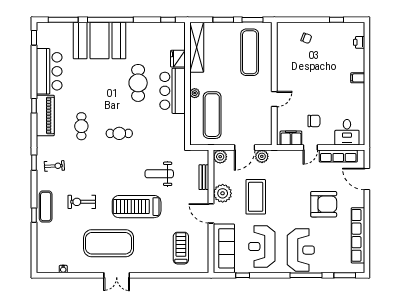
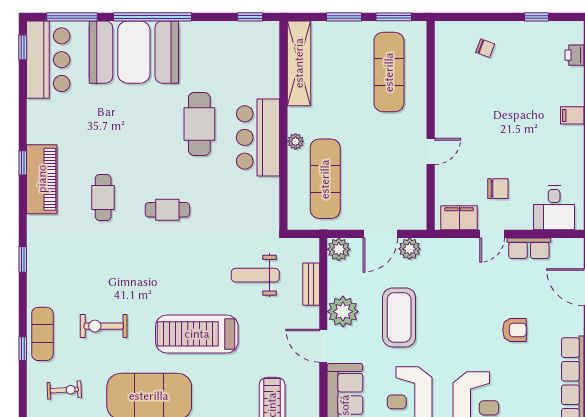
fridge: (178, 59) -> (267, 83), removed
bar counter: (49, 71) -> (48, 60), moved
row of seats: (338, 156) -> (529, 248), width x0.68
exercise bike: (54, 166) -> (64, 390), moved
weight bench: (159, 174) -> (255, 275), moved
armchair: (324, 204) -> (515, 330), width x0.53, depth x0.53

